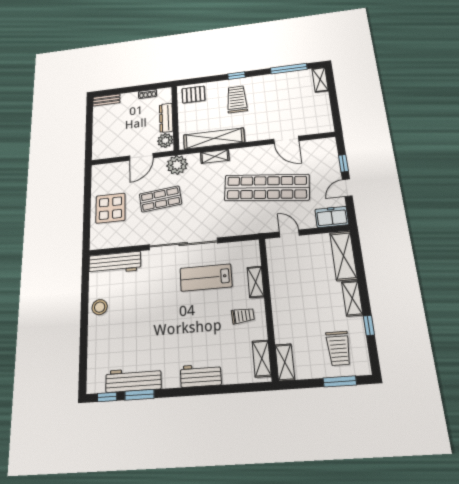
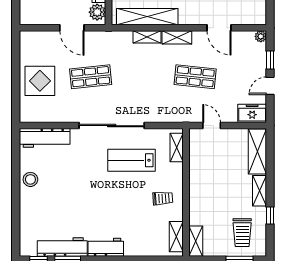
shelving: (245, 153) -> (177, 37), added
door: (141, 157) -> (72, 28), hinge flipped
plant: (177, 165) -> (261, 36), moved, width x0.53, depth x0.53
shop shelf: (267, 188) -> (195, 77), width x0.50, depth x0.74
shelving: (256, 282) -> (177, 148), moved
workbench: (201, 375) -> (106, 247), moved

